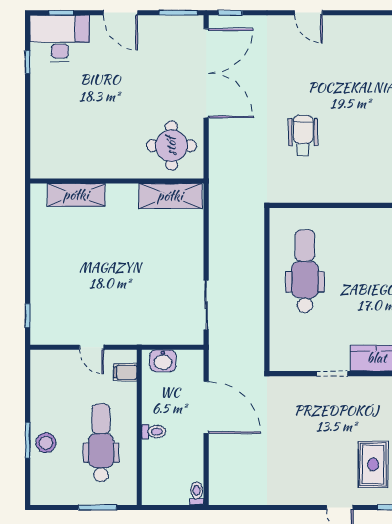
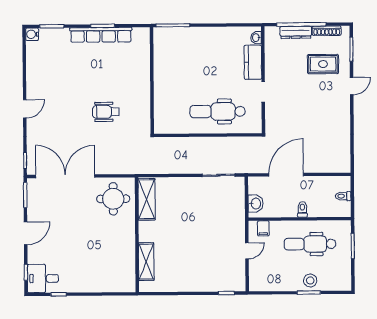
desk: (60, 38) -> (43, 279), width x0.73
dental chair: (305, 271) -> (218, 111), moved
toilet: (197, 494) -> (343, 196), moved

